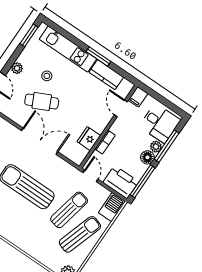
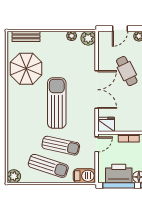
fridge: (89, 139) -> (106, 124), moved
printer: (121, 182) -> (119, 174), moved, turned -90

